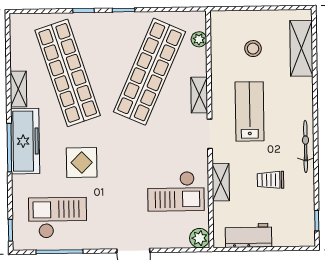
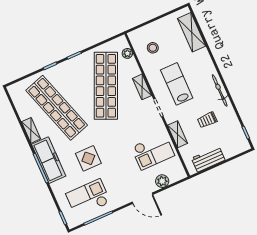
stool: (253, 49) -> (153, 48), moved
plant: (200, 238) -> (162, 181), moved

